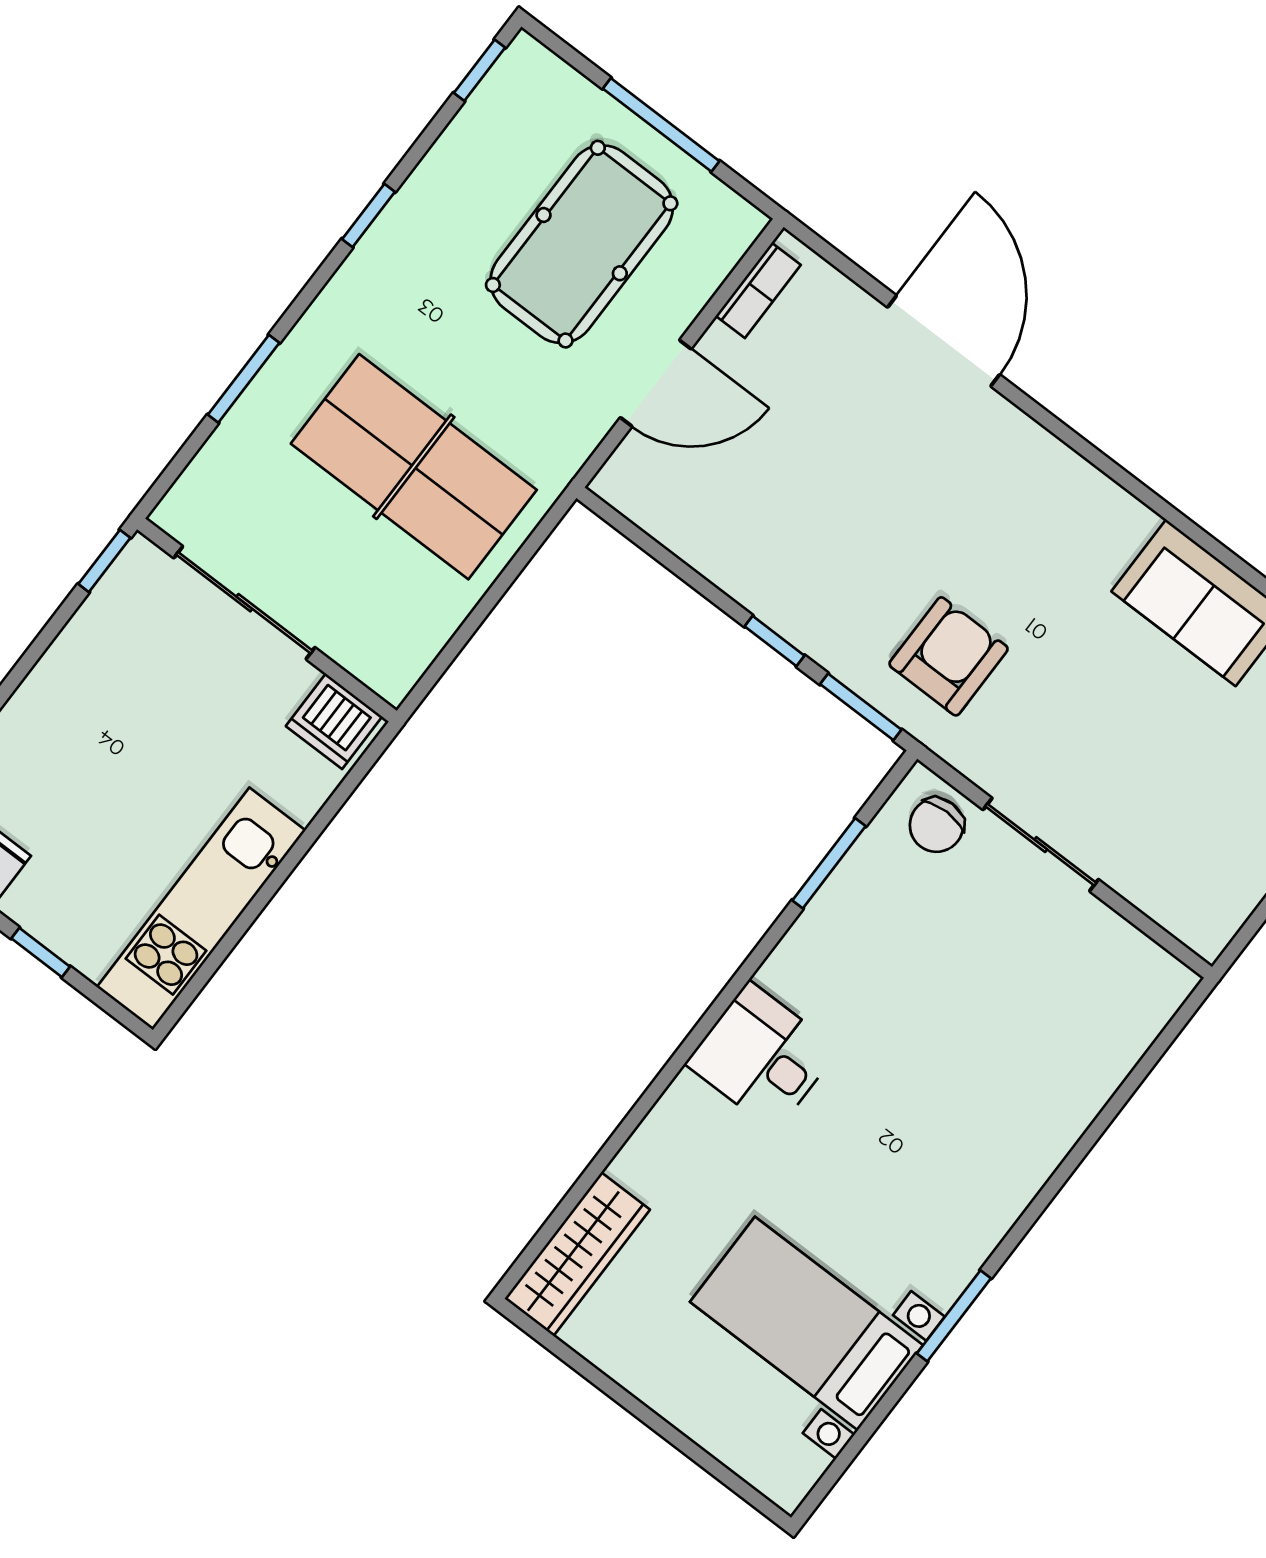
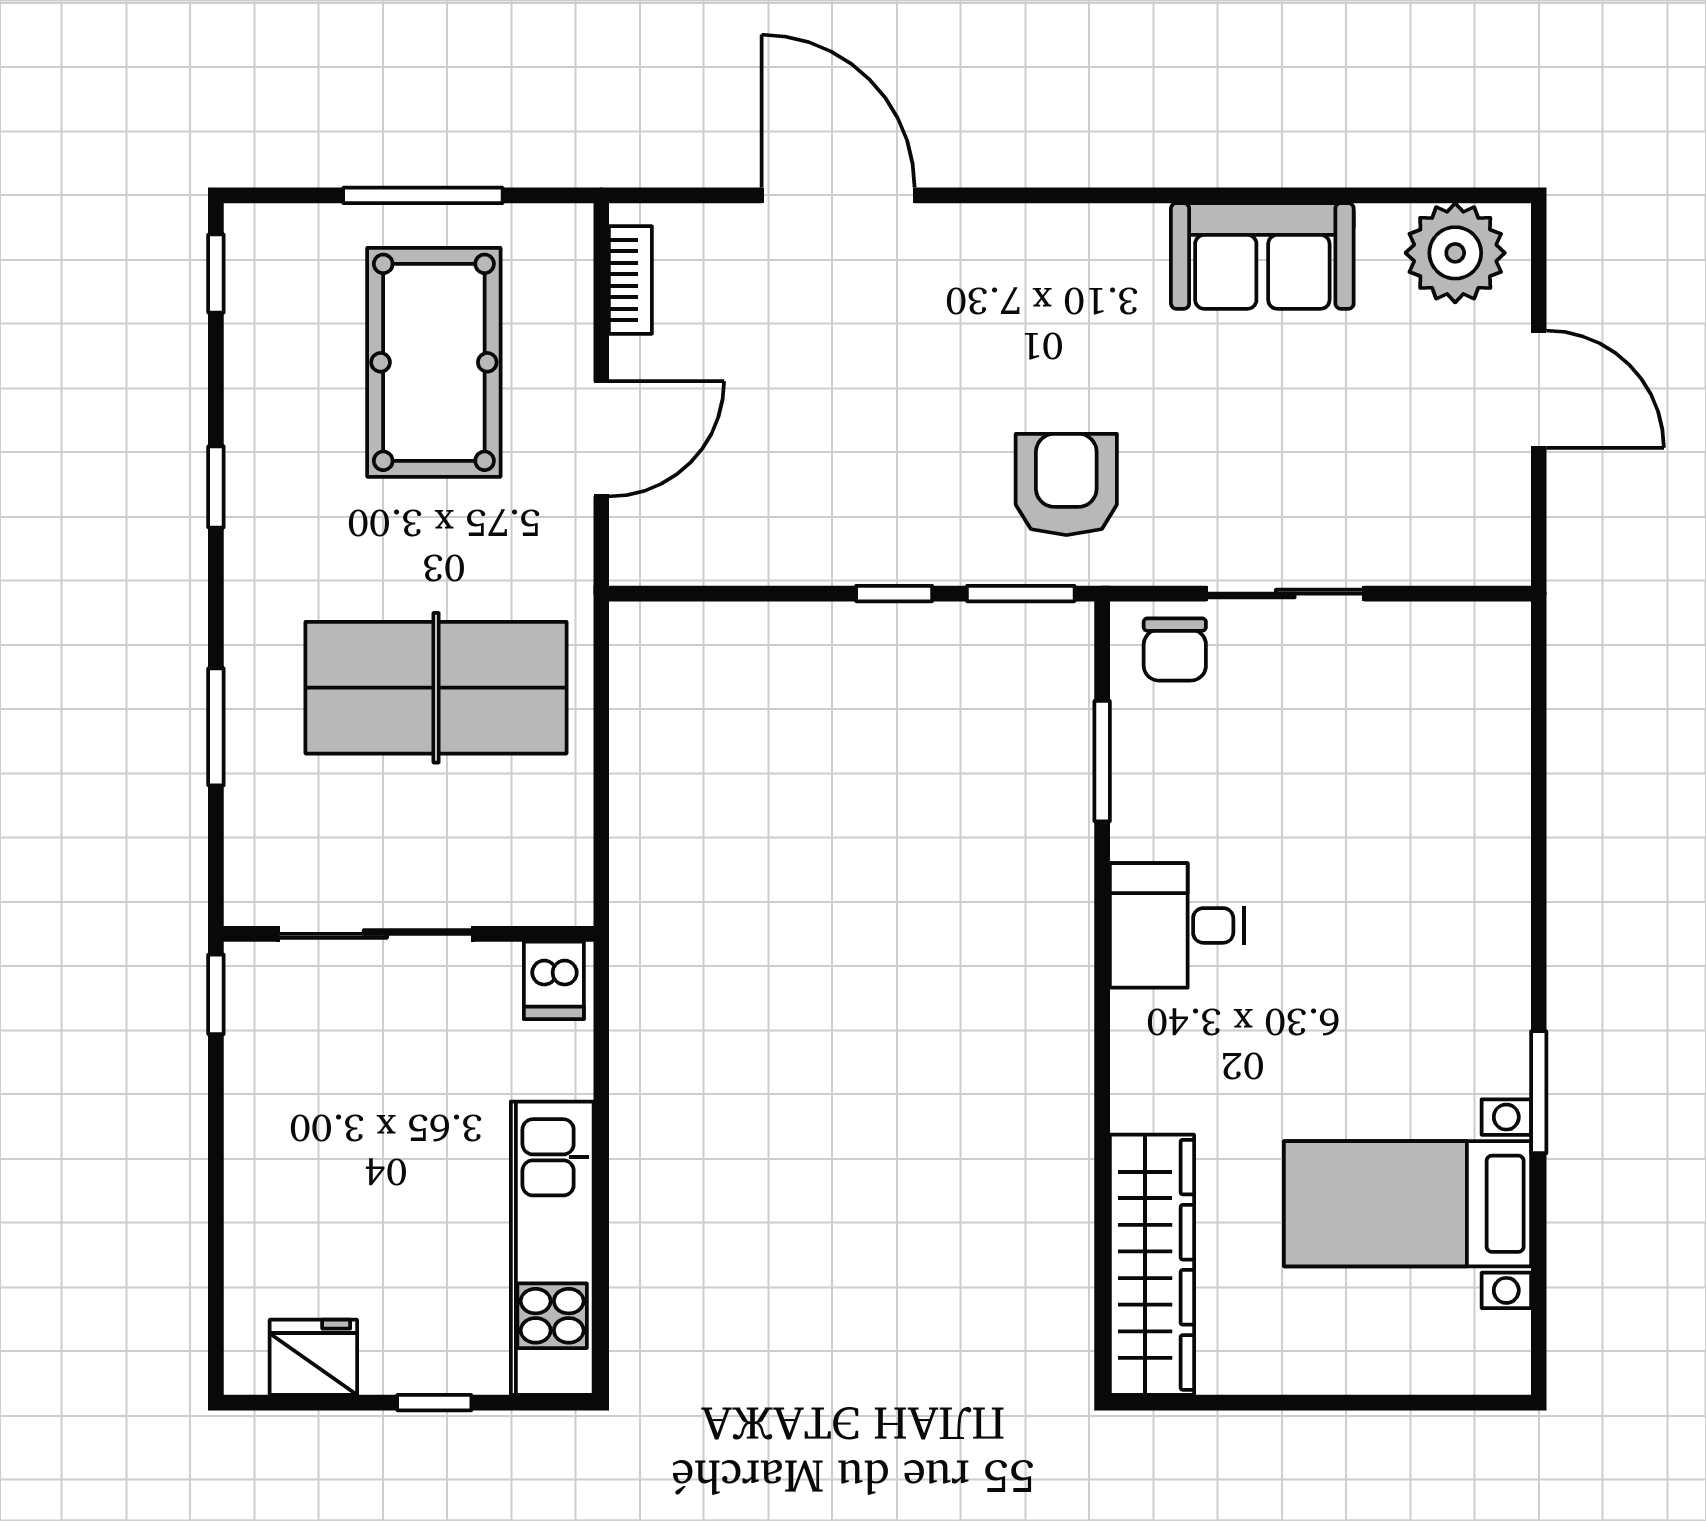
dishwasher: (334, 721) -> (554, 980), width x0.73
desk: (762, 1056) -> (1177, 925), moved
wardrobe: (577, 1254) -> (1152, 1265), width x1.40, depth x1.17

